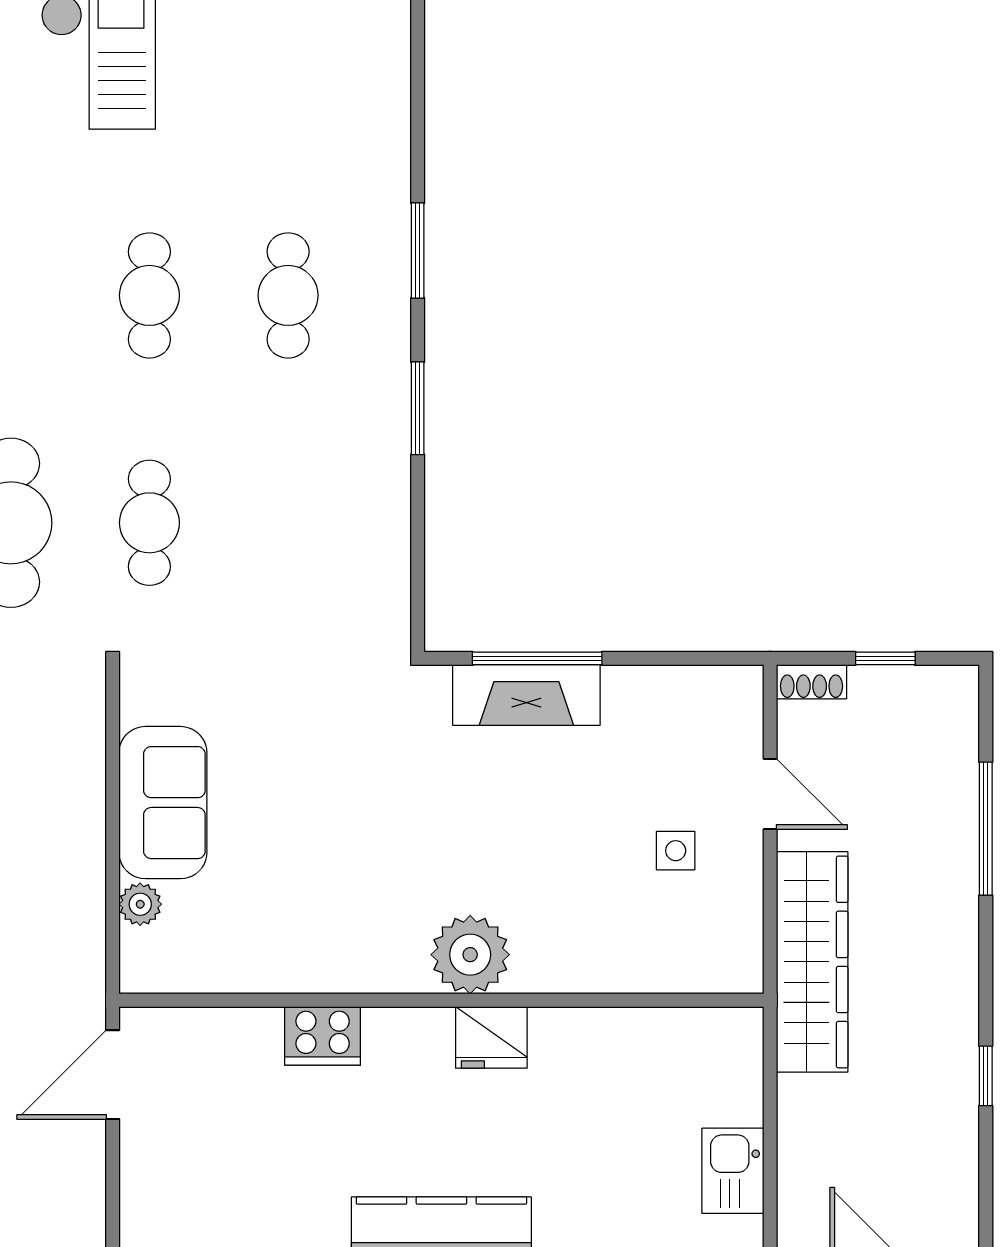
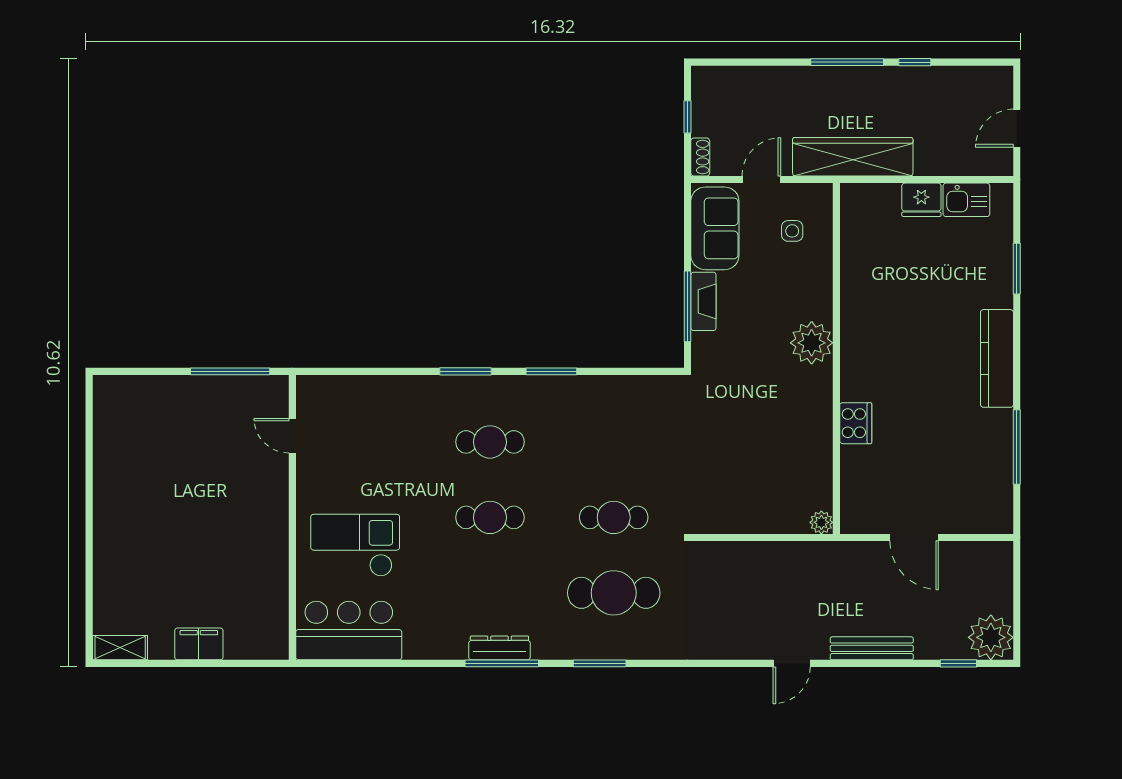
fireplace: (526, 695) -> (703, 301), width x0.73, depth x0.76
sofa: (163, 803) -> (715, 228), moved, turned 90
window: (986, 829) -> (847, 62), moved
plant: (470, 955) -> (812, 343), moved
wall: (441, 1000) -> (836, 358), moved
cooker: (323, 1036) -> (856, 423), moved
fridge: (491, 1037) -> (921, 200), moved, turned 90

